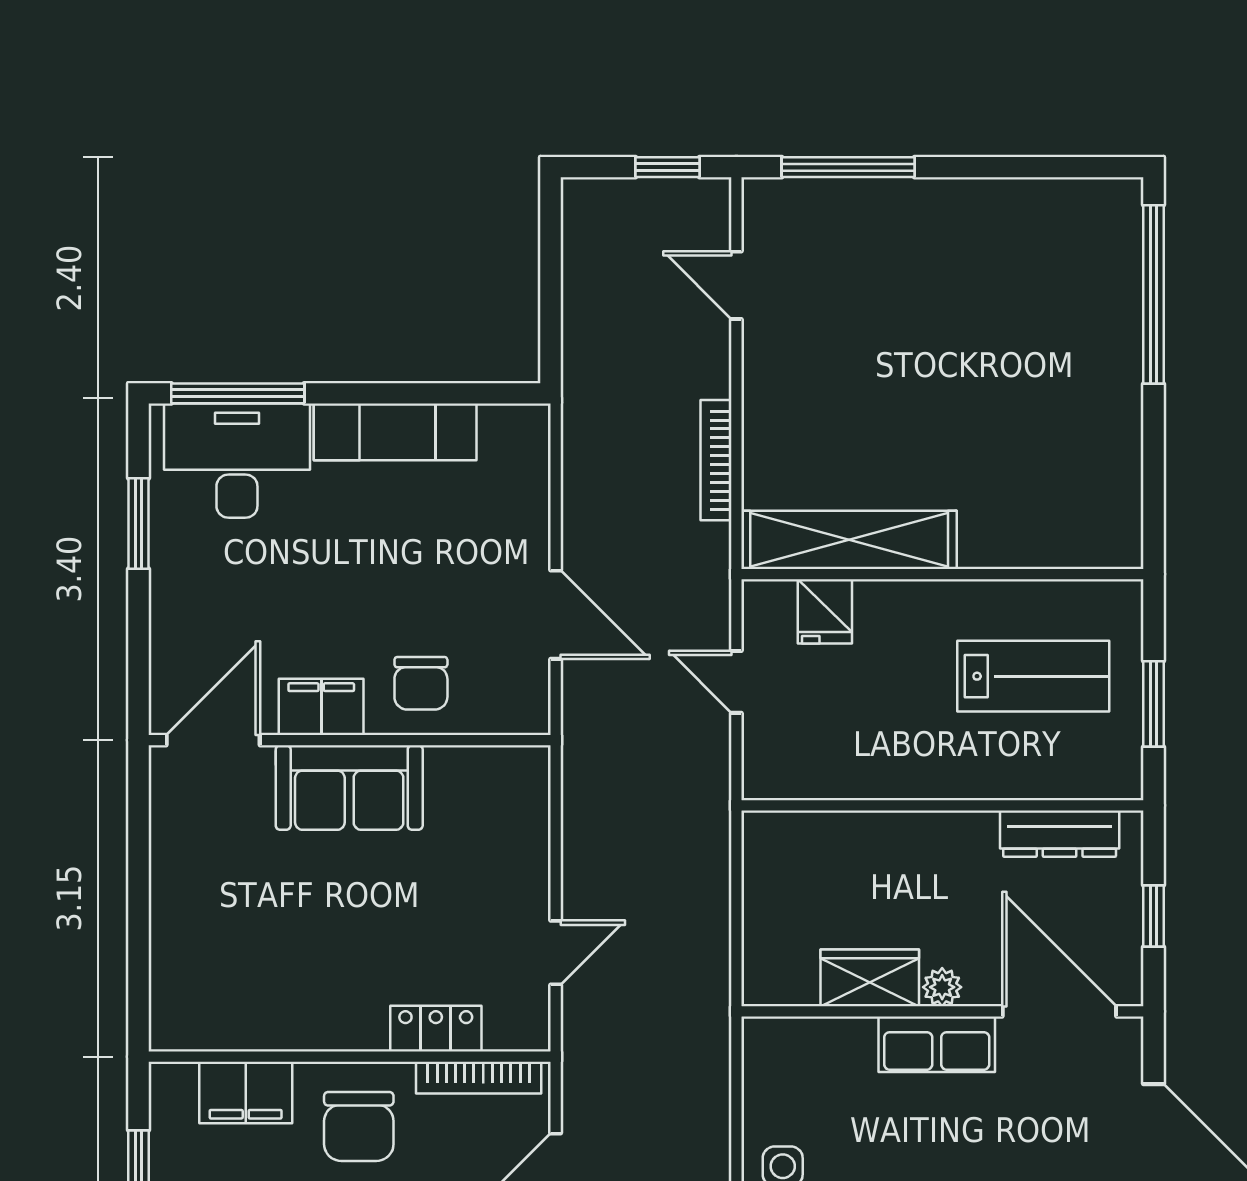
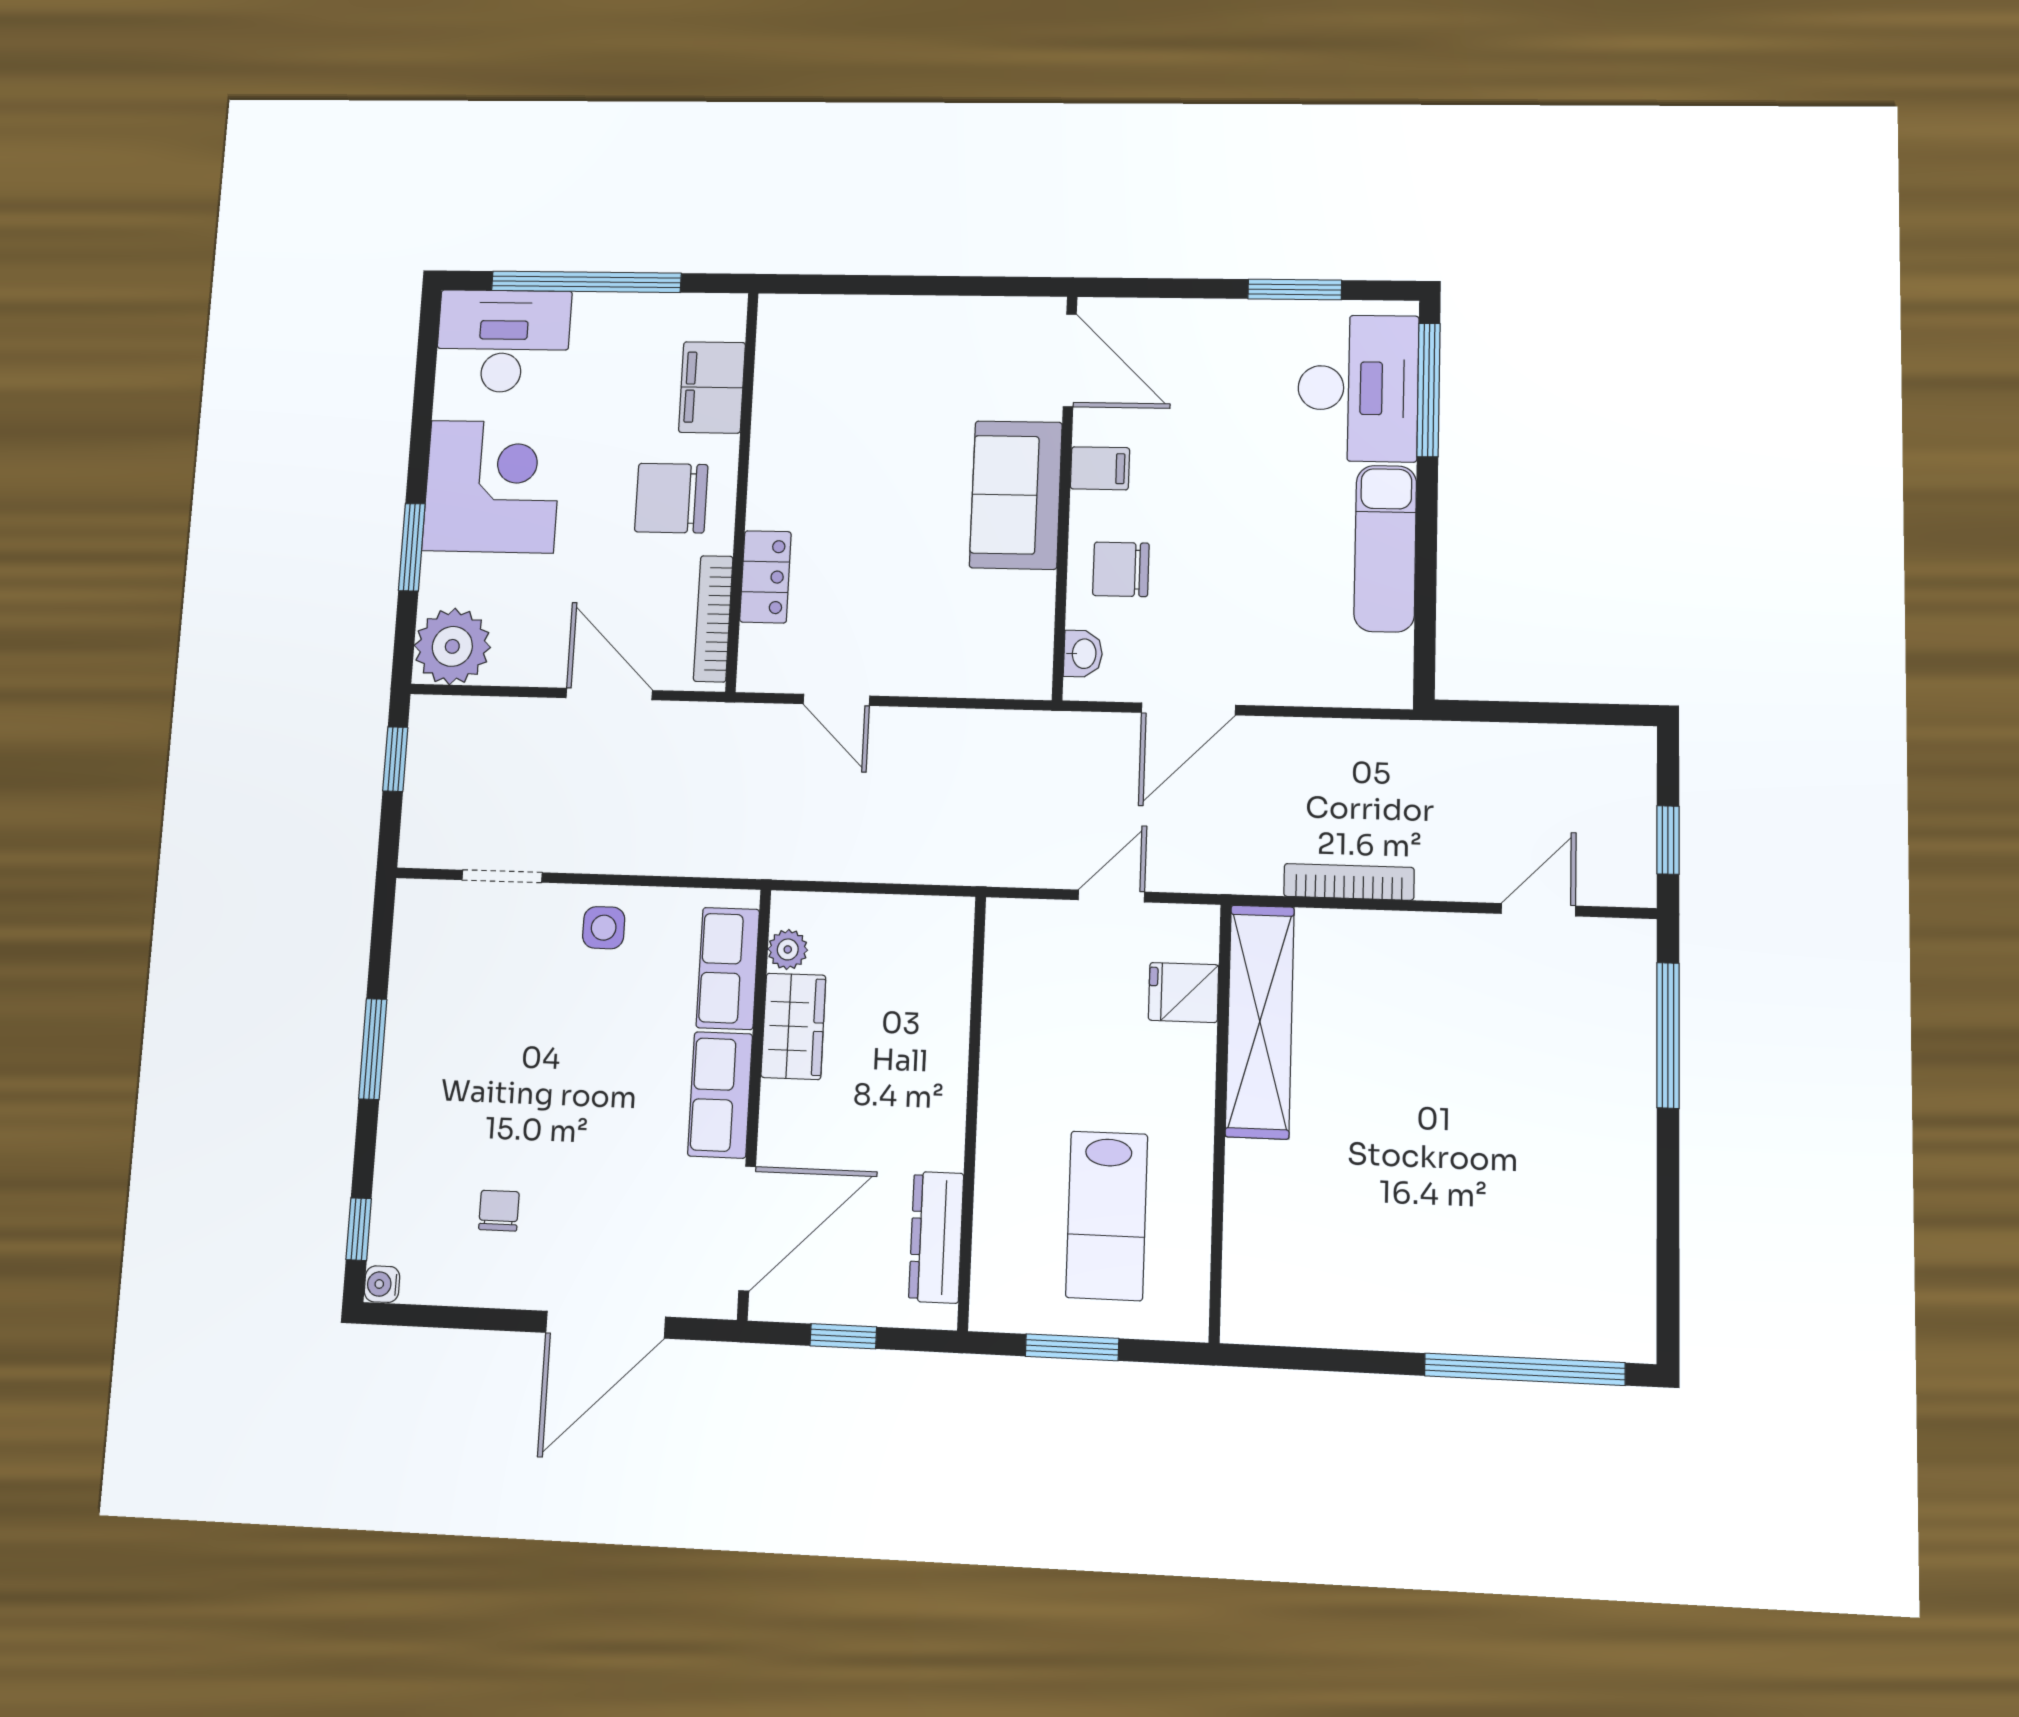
filing cabinet: (321, 707) -> (1100, 468), width x0.50
washbasin: (504, 717) -> (1083, 654), added
plant: (942, 987) -> (788, 949), moved
row of seats: (817, 1044) -> (728, 968), added

